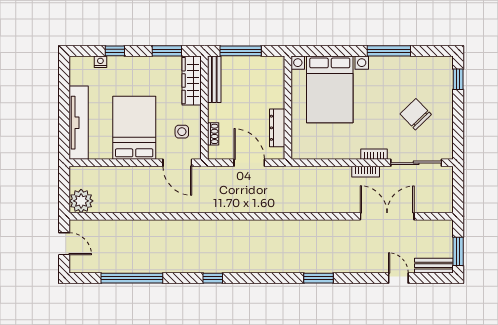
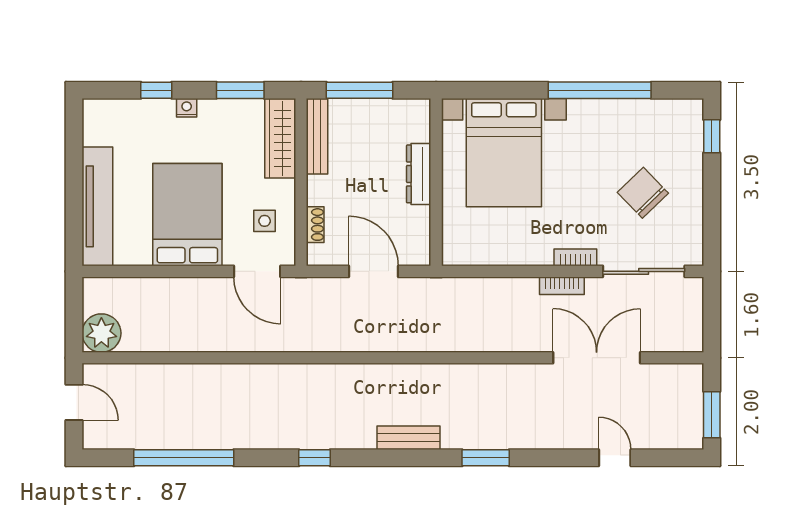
window: (389, 51) -> (600, 90), width x1.46
nightstand: (100, 62) -> (187, 108), moved
dresser: (277, 128) -> (419, 174), moved
bench: (434, 266) -> (408, 438), moved

